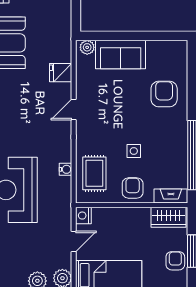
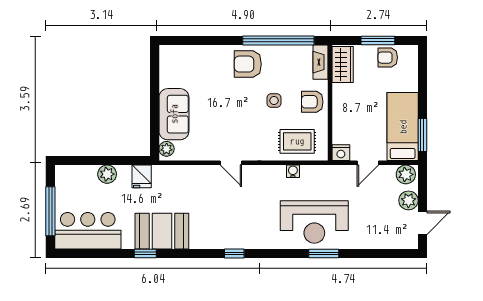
fridge: (61, 73) -> (142, 176), moved
armchair: (164, 94) -> (248, 64), moved
door: (74, 242) -> (368, 163), swing flipped

